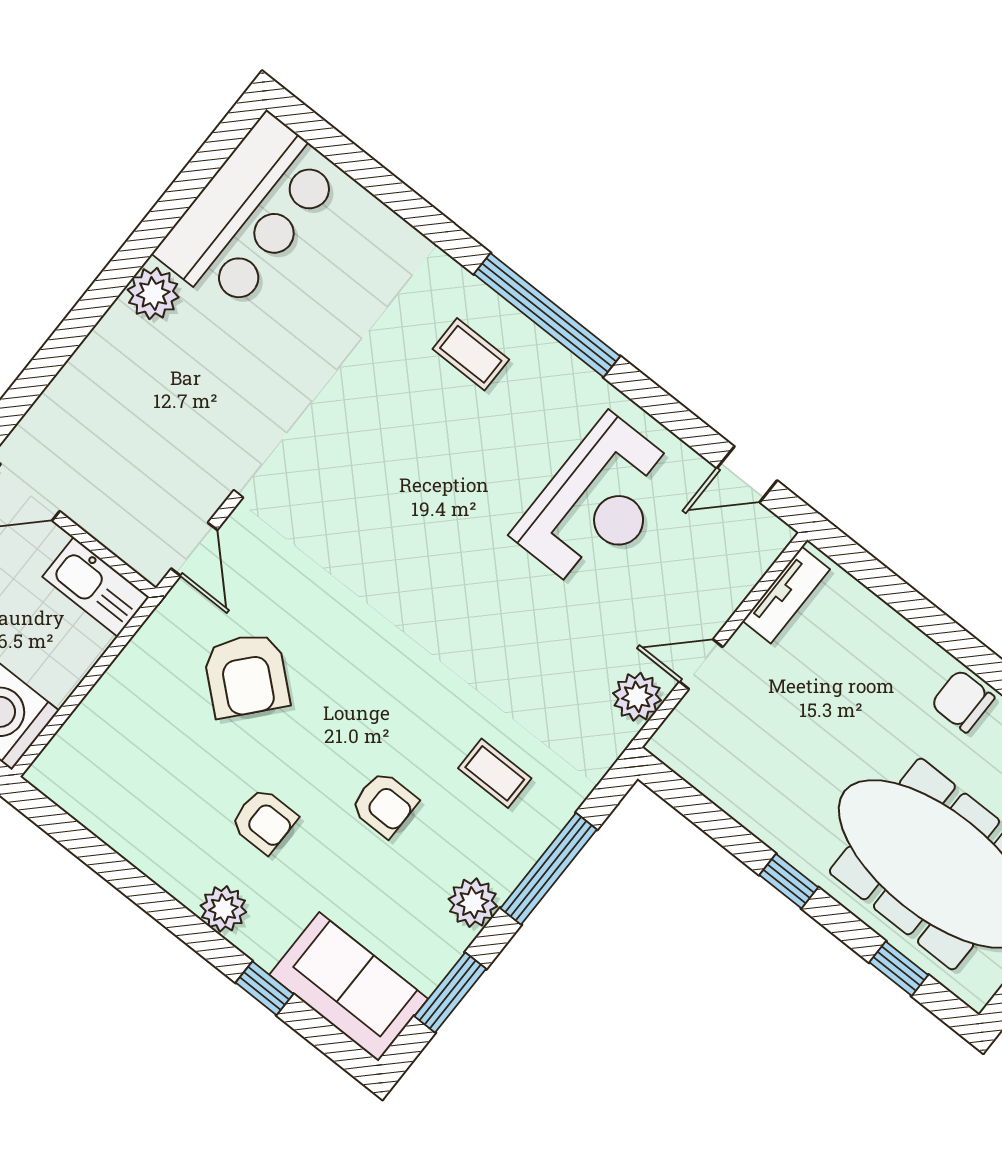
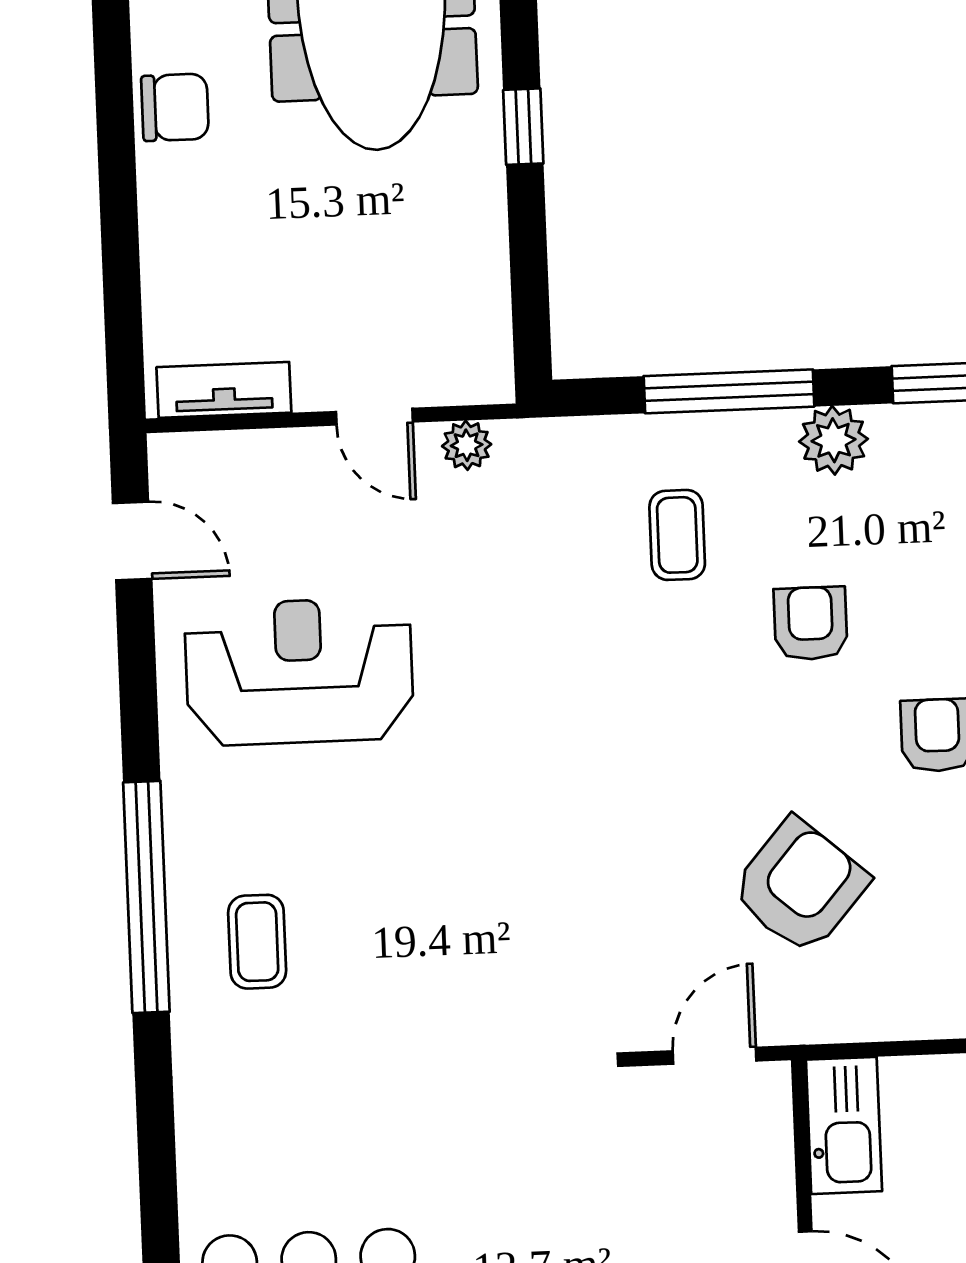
plant: (637, 697) -> (467, 445), width x0.73, depth x0.73
chair: (963, 701) -> (175, 107), turned -90

